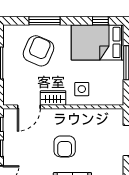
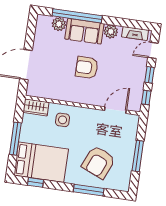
wardrobe: (53, 98) -> (36, 107), moved
armchair: (65, 146) -> (87, 68), turned -90

